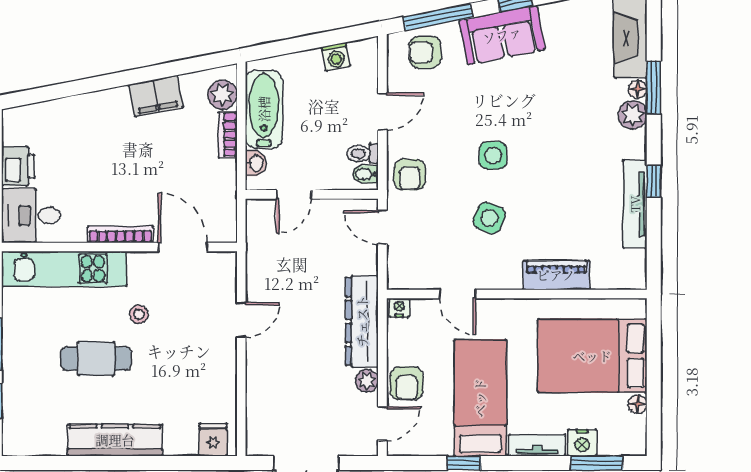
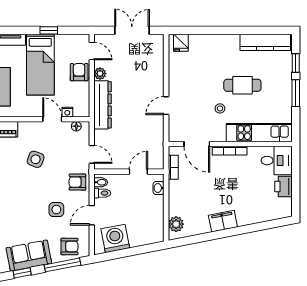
washing machine: (336, 57) -> (115, 238), width x1.89, depth x1.89
filing cabinet: (156, 96) -> (223, 221), moved
bathtub: (264, 109) -> (154, 216), removed
bookcase: (228, 135) -> (173, 167), moved
side table: (493, 155) -> (56, 210), moved
armchair: (410, 175) -> (77, 182), turned -90
floor lamp: (412, 281) -> (76, 126), added
nightstand: (399, 308) -> (67, 112), moved
door: (382, 424) -> (92, 51), swing flipped
kitchen counter: (115, 440) -> (265, 42), moved

